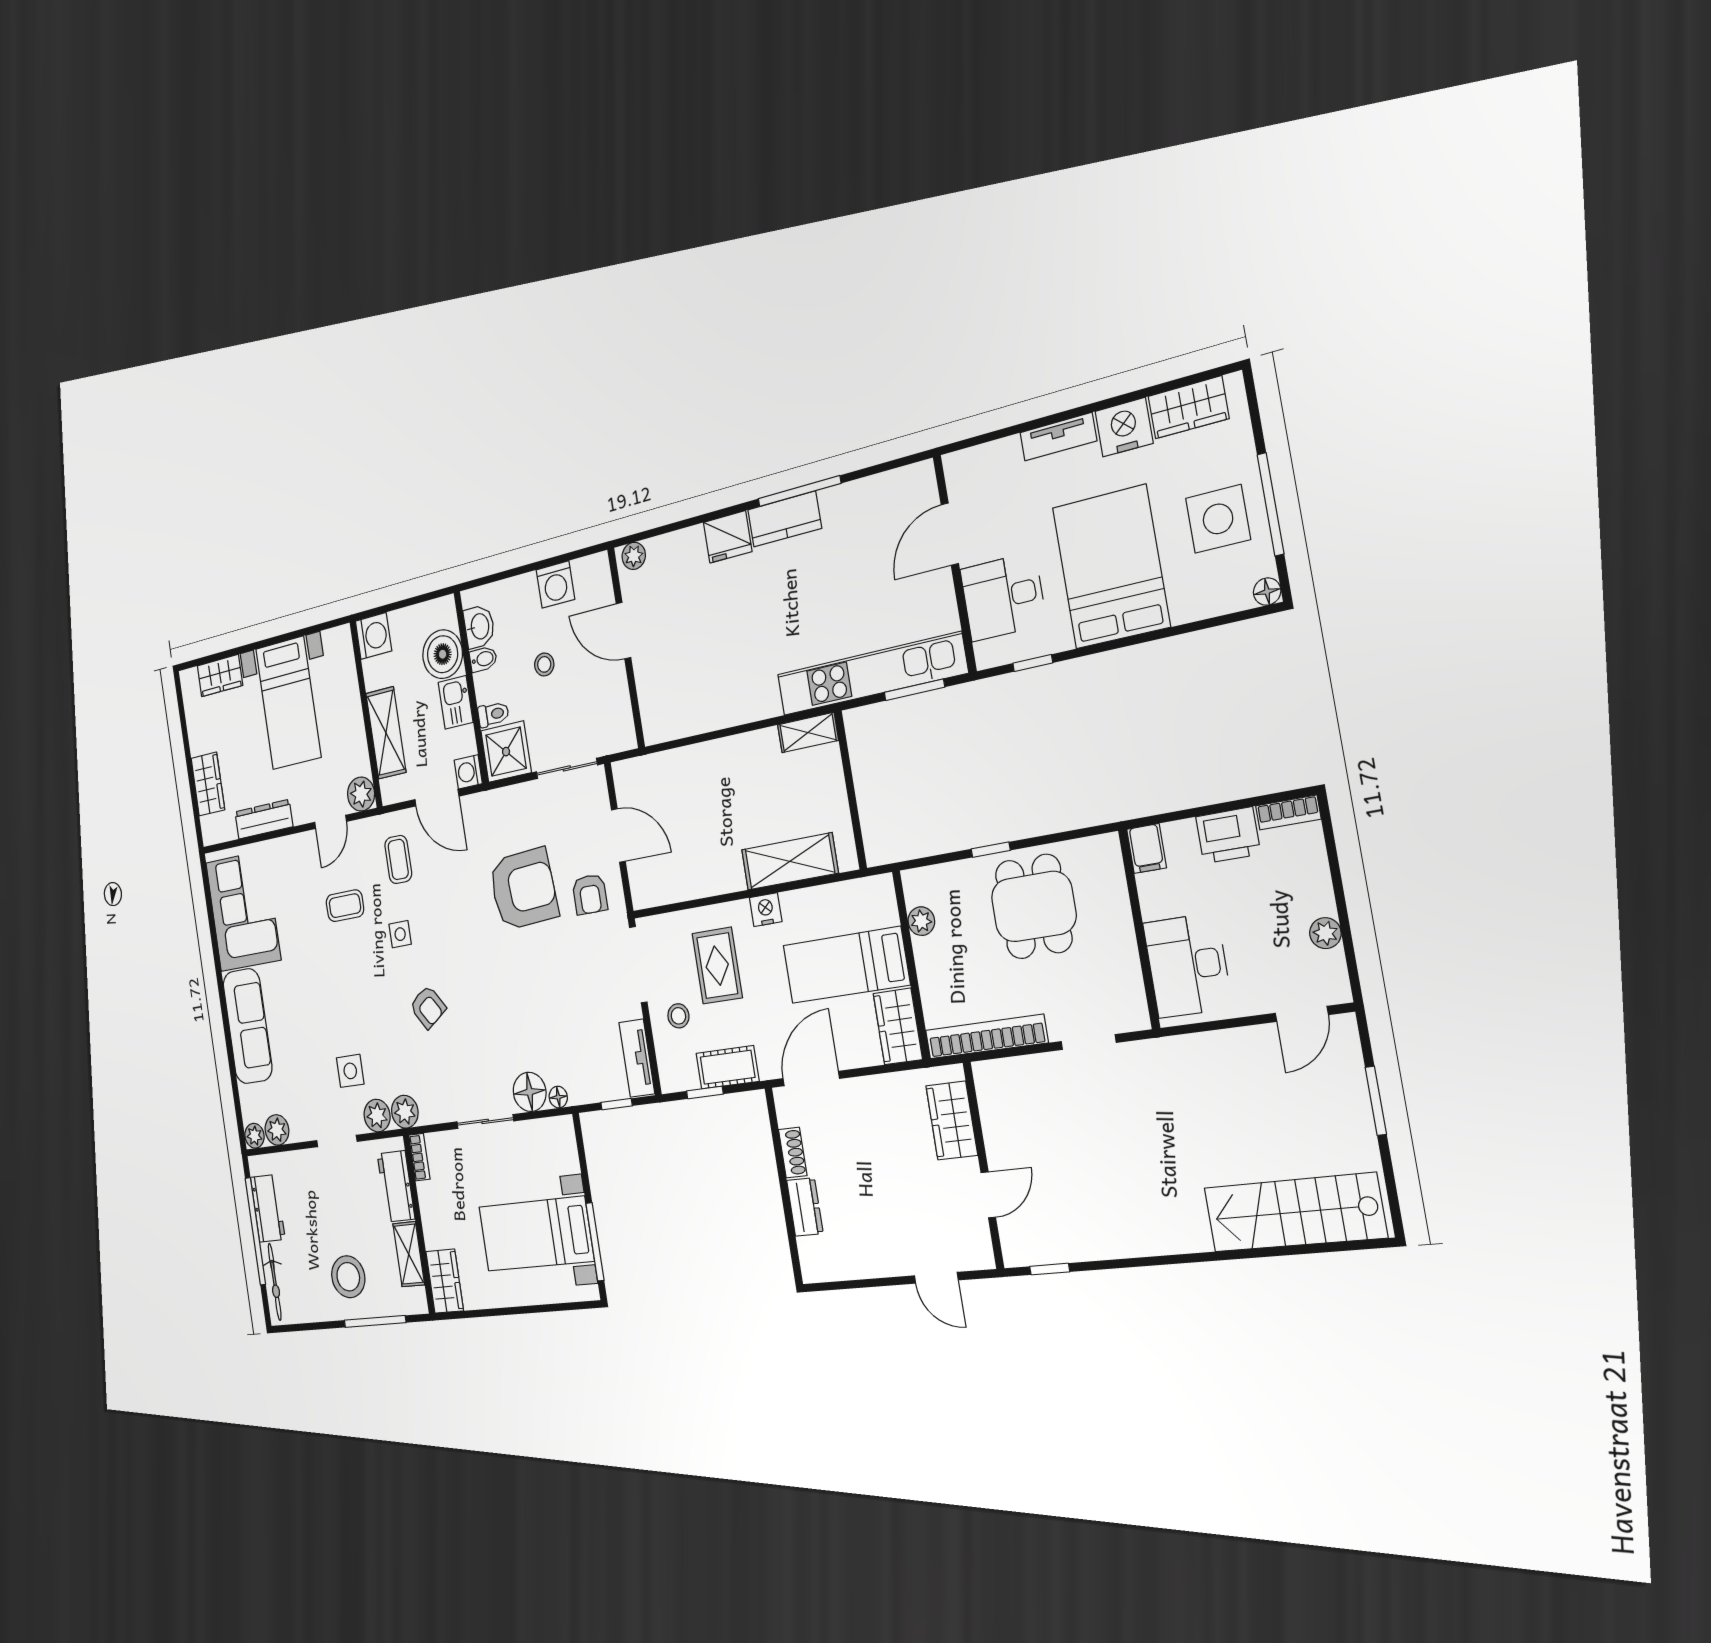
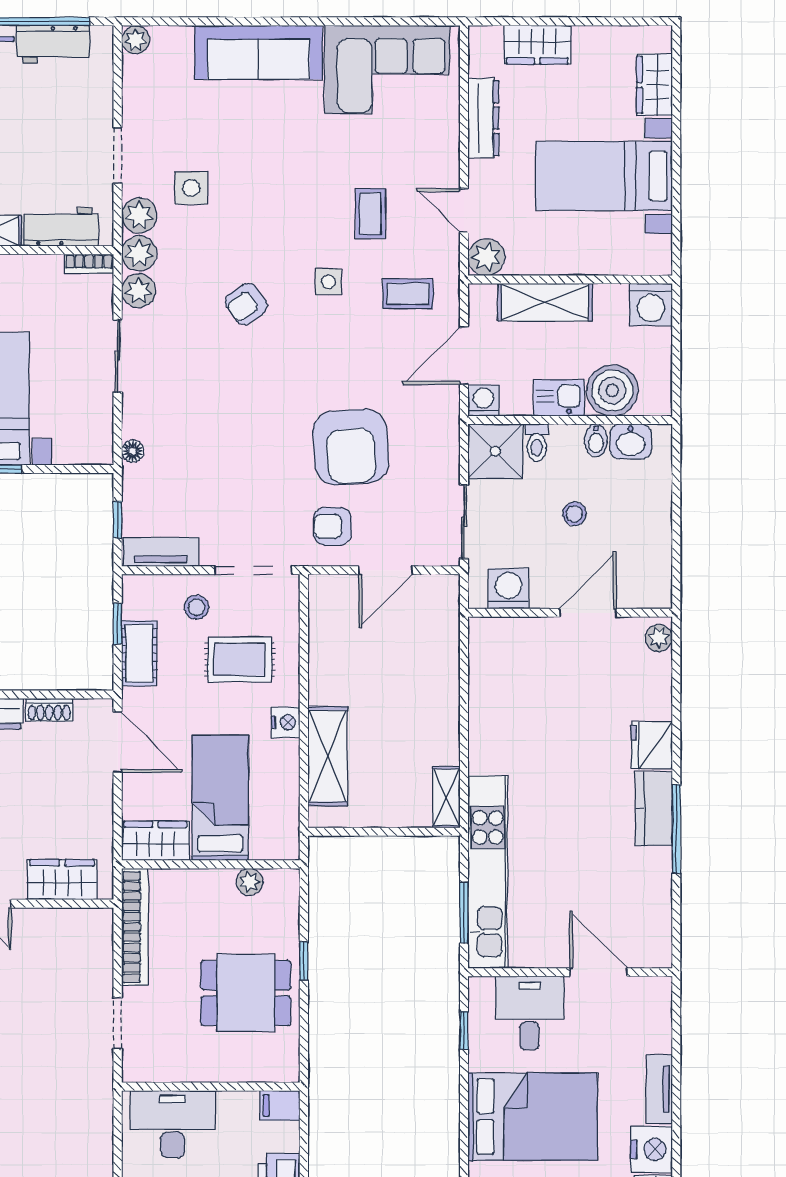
washing machine: (555, 584) -> (509, 589), moved, turned 90
floor lamp: (530, 1092) -> (142, 417), removed
plant: (277, 1130) -> (139, 291), moved

